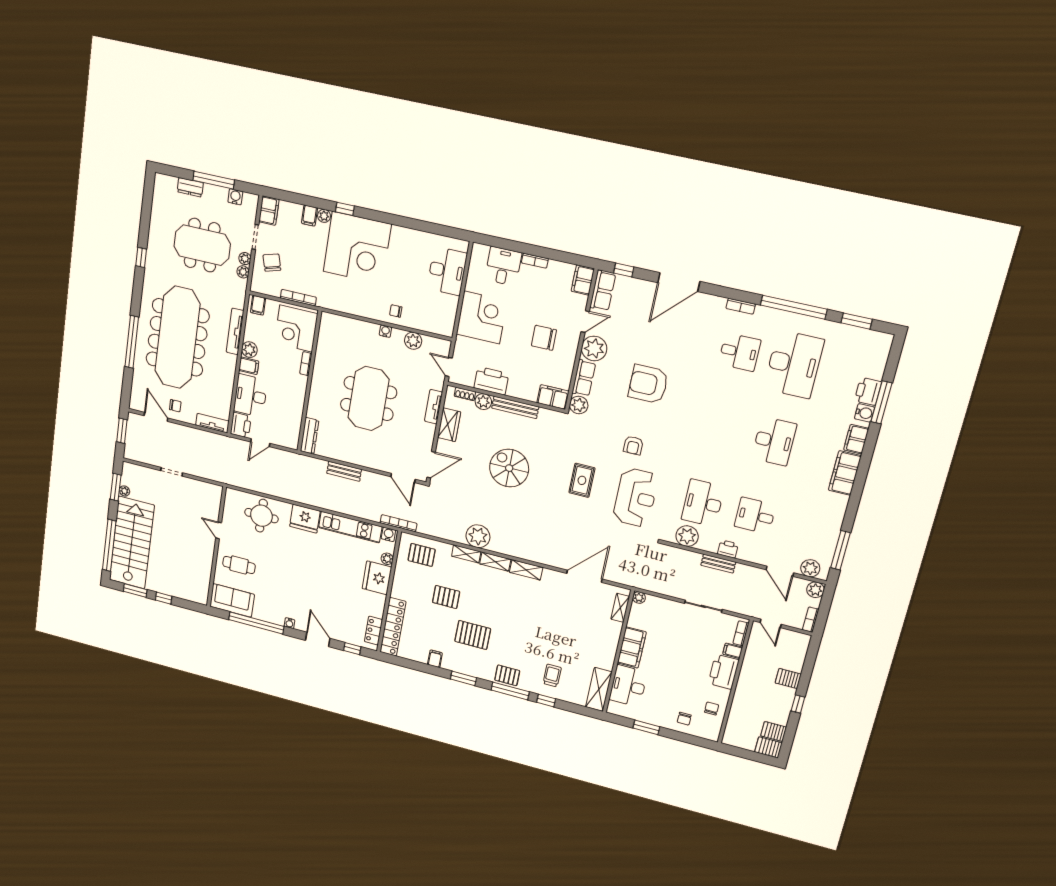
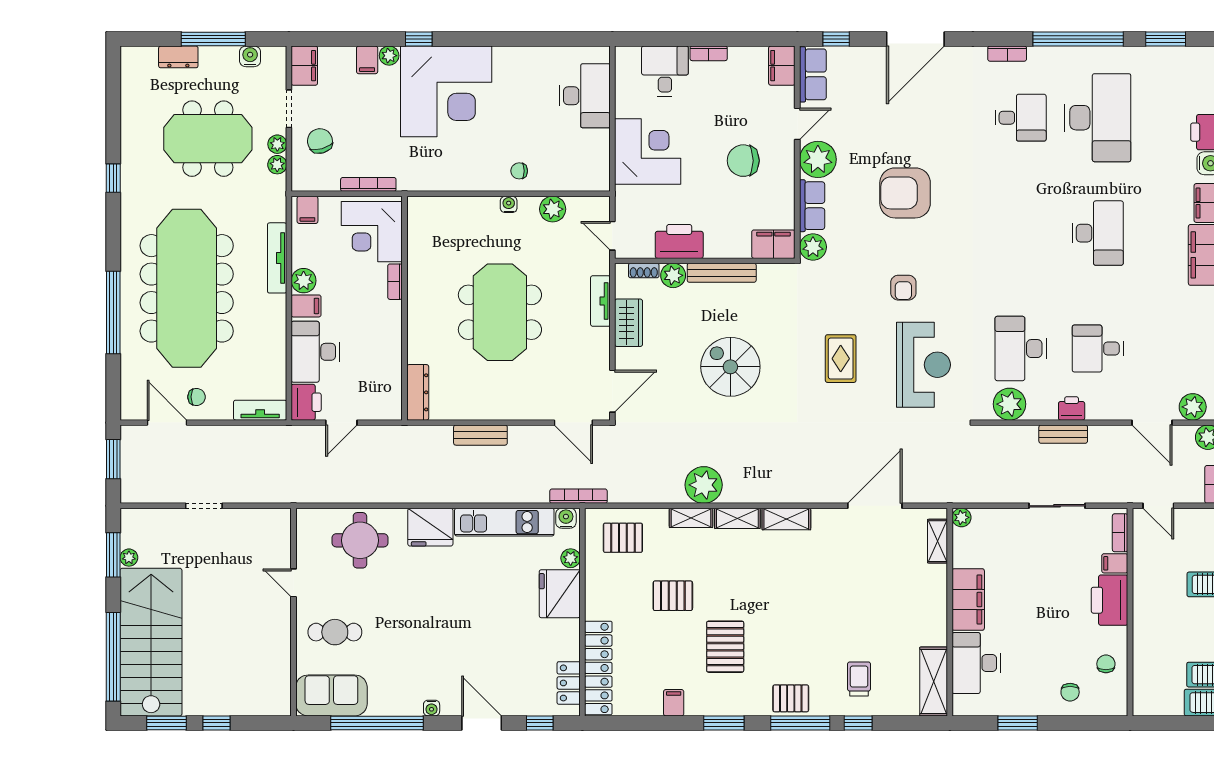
pallet: (473, 635) -> (725, 647), turned 90

